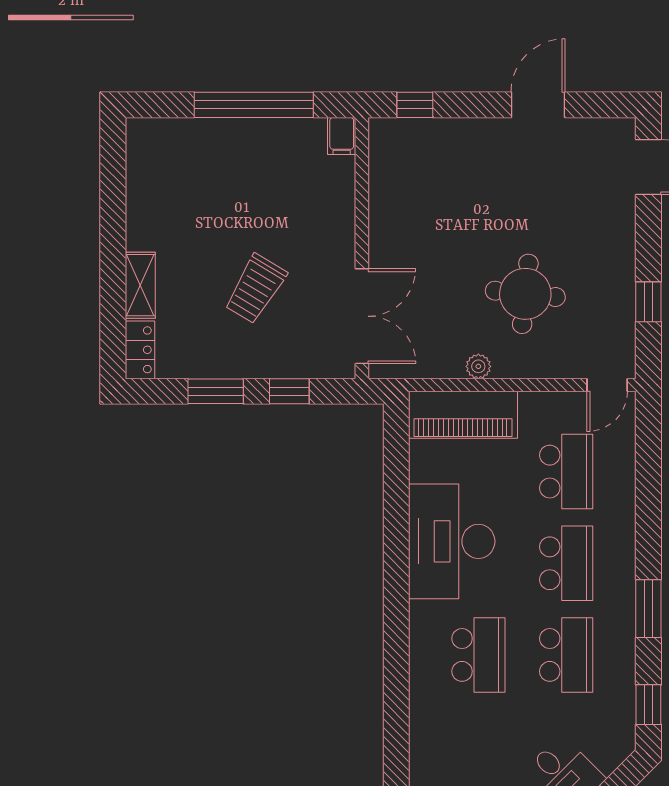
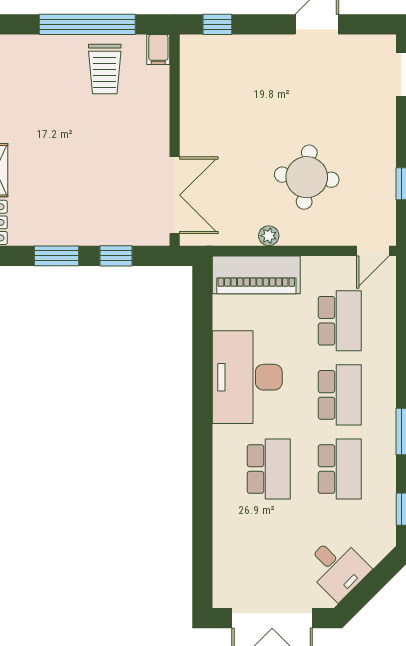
trolley: (255, 289) -> (105, 69), moved, turned -31

